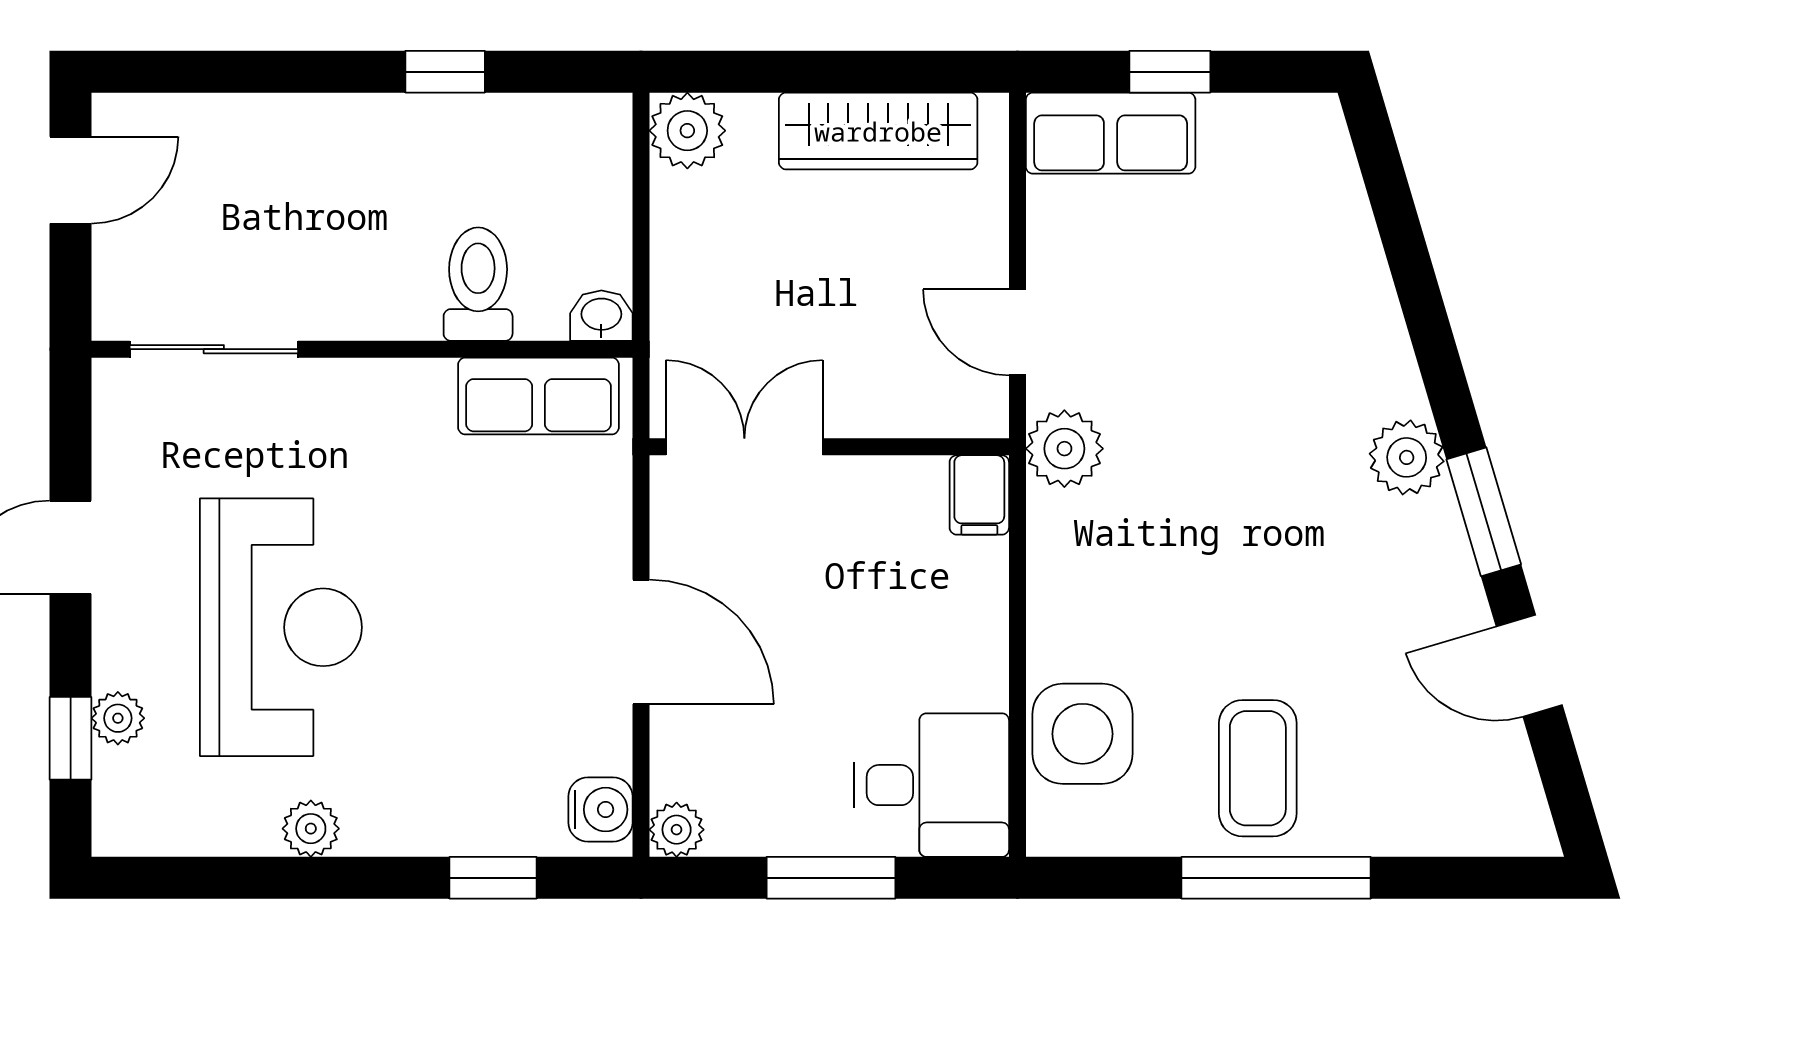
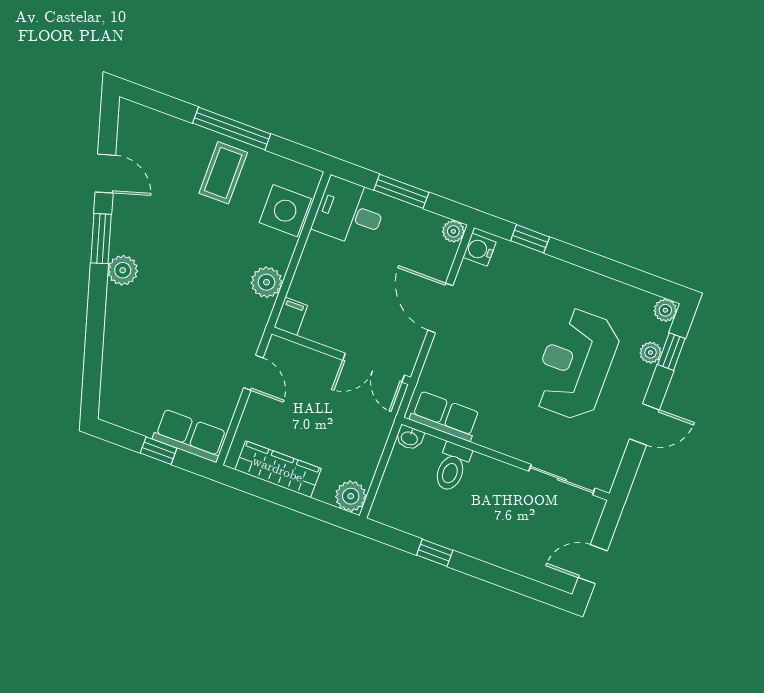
plant: (1064, 449) -> (267, 282), moved
plant: (311, 829) -> (665, 310), moved

